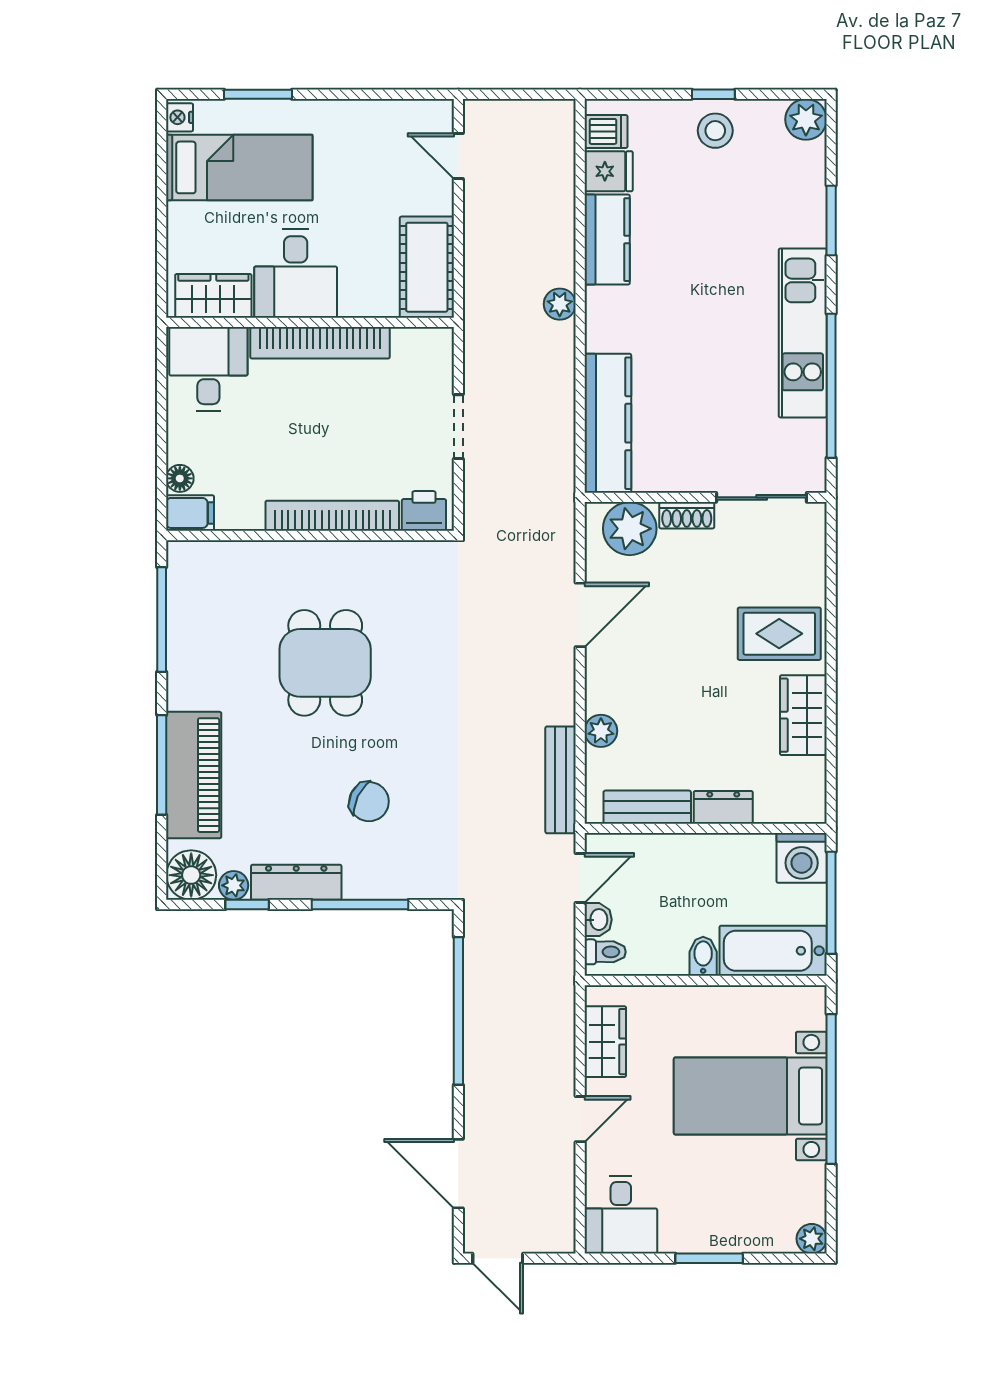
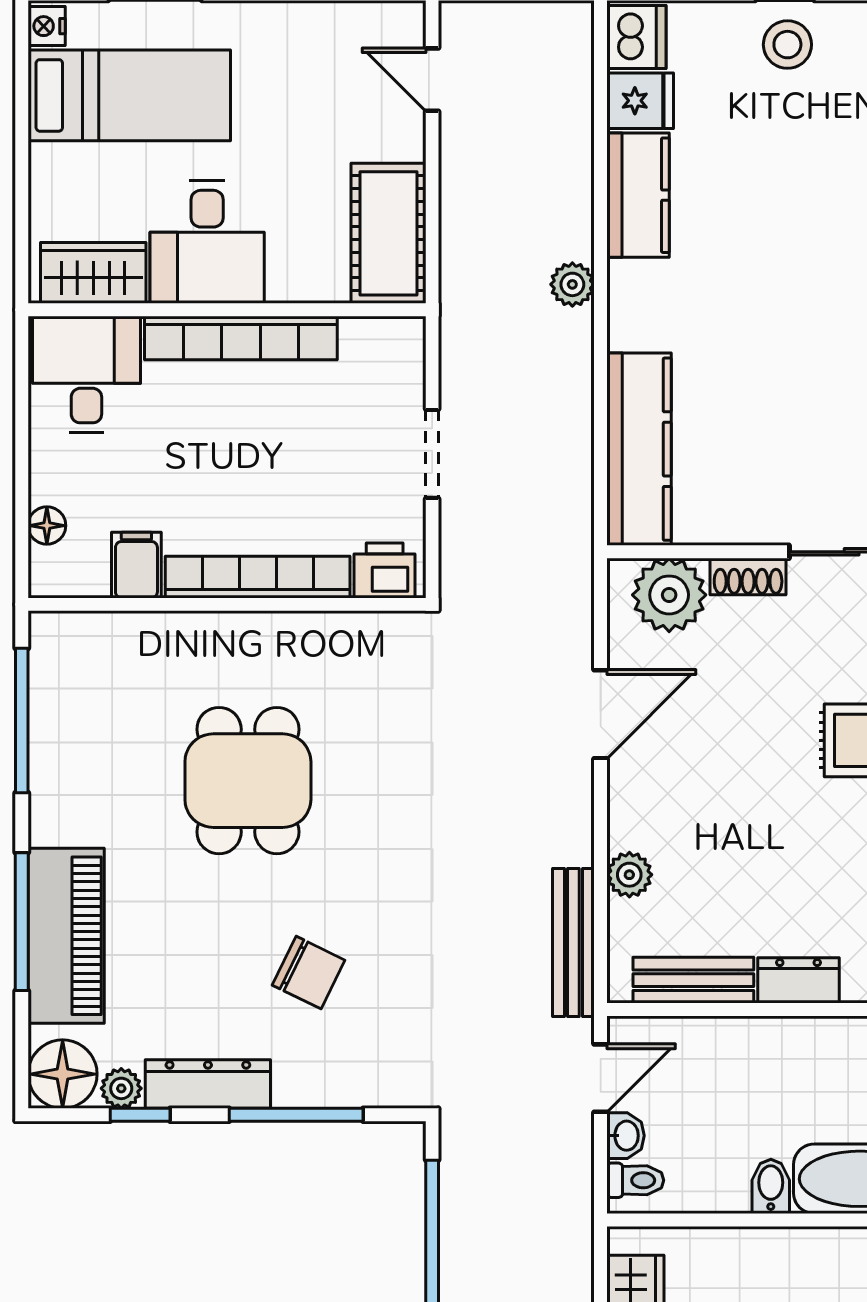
dishwasher: (606, 131) -> (636, 37), width x1.38
filing cabinet: (190, 513) -> (136, 565), moved, turned -90

